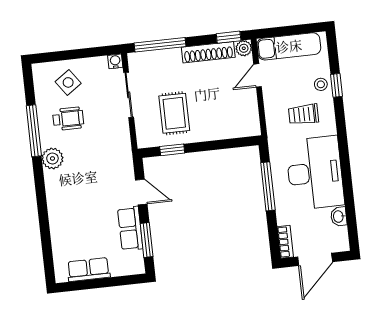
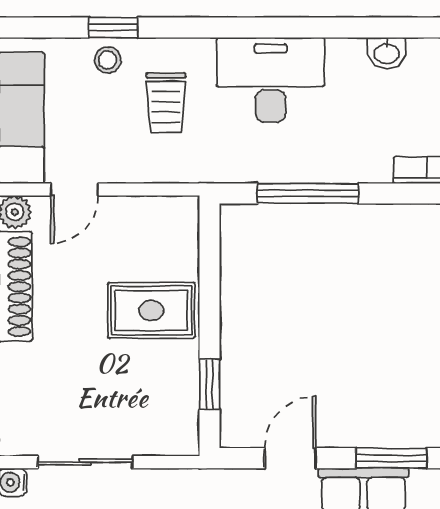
door: (258, 75) -> (75, 189), hinge flipped
rug: (174, 113) -> (151, 310), moved
desk: (315, 173) -> (271, 80), width x0.73, depth x0.77

